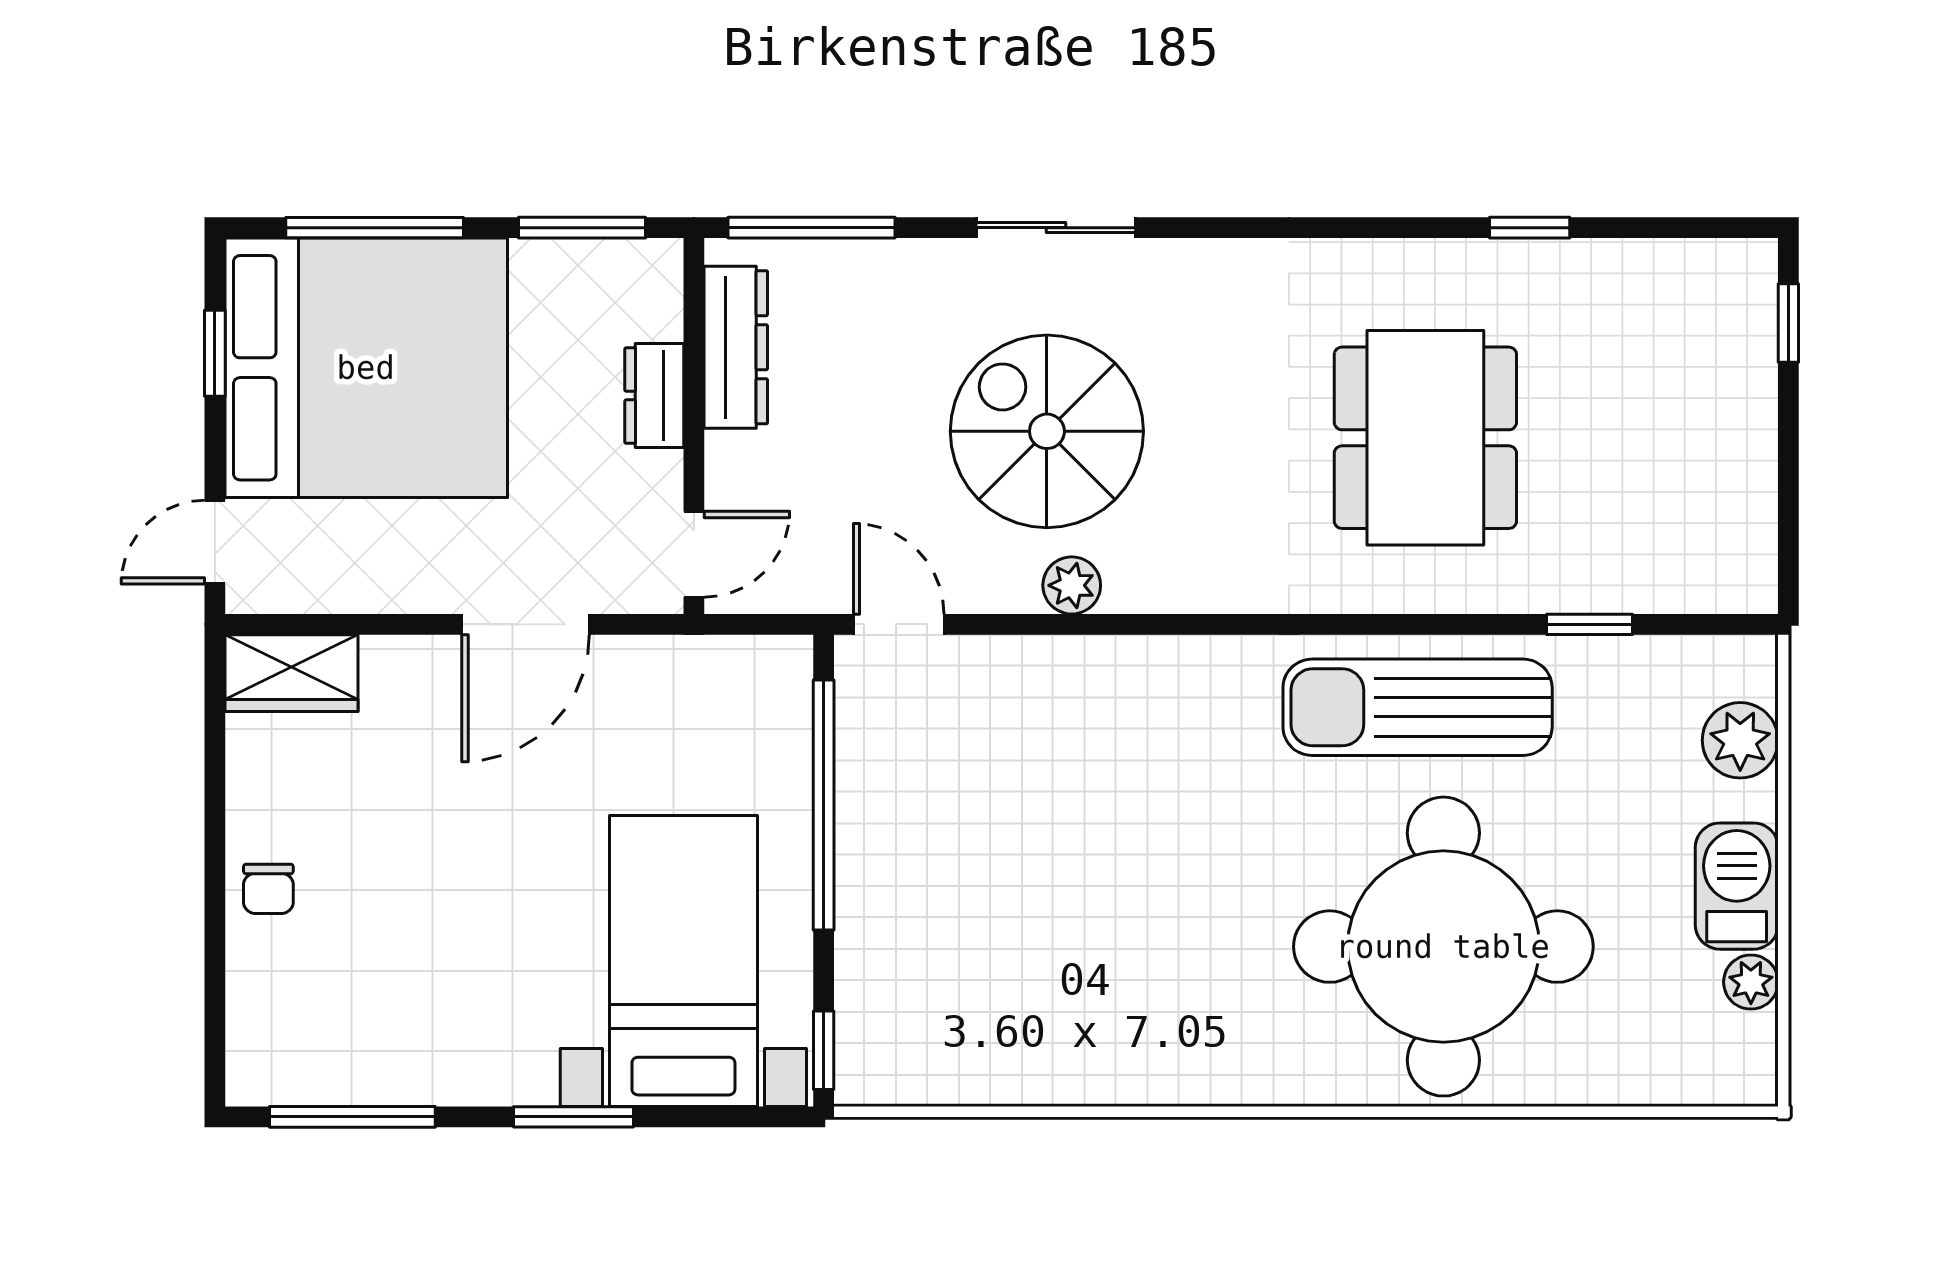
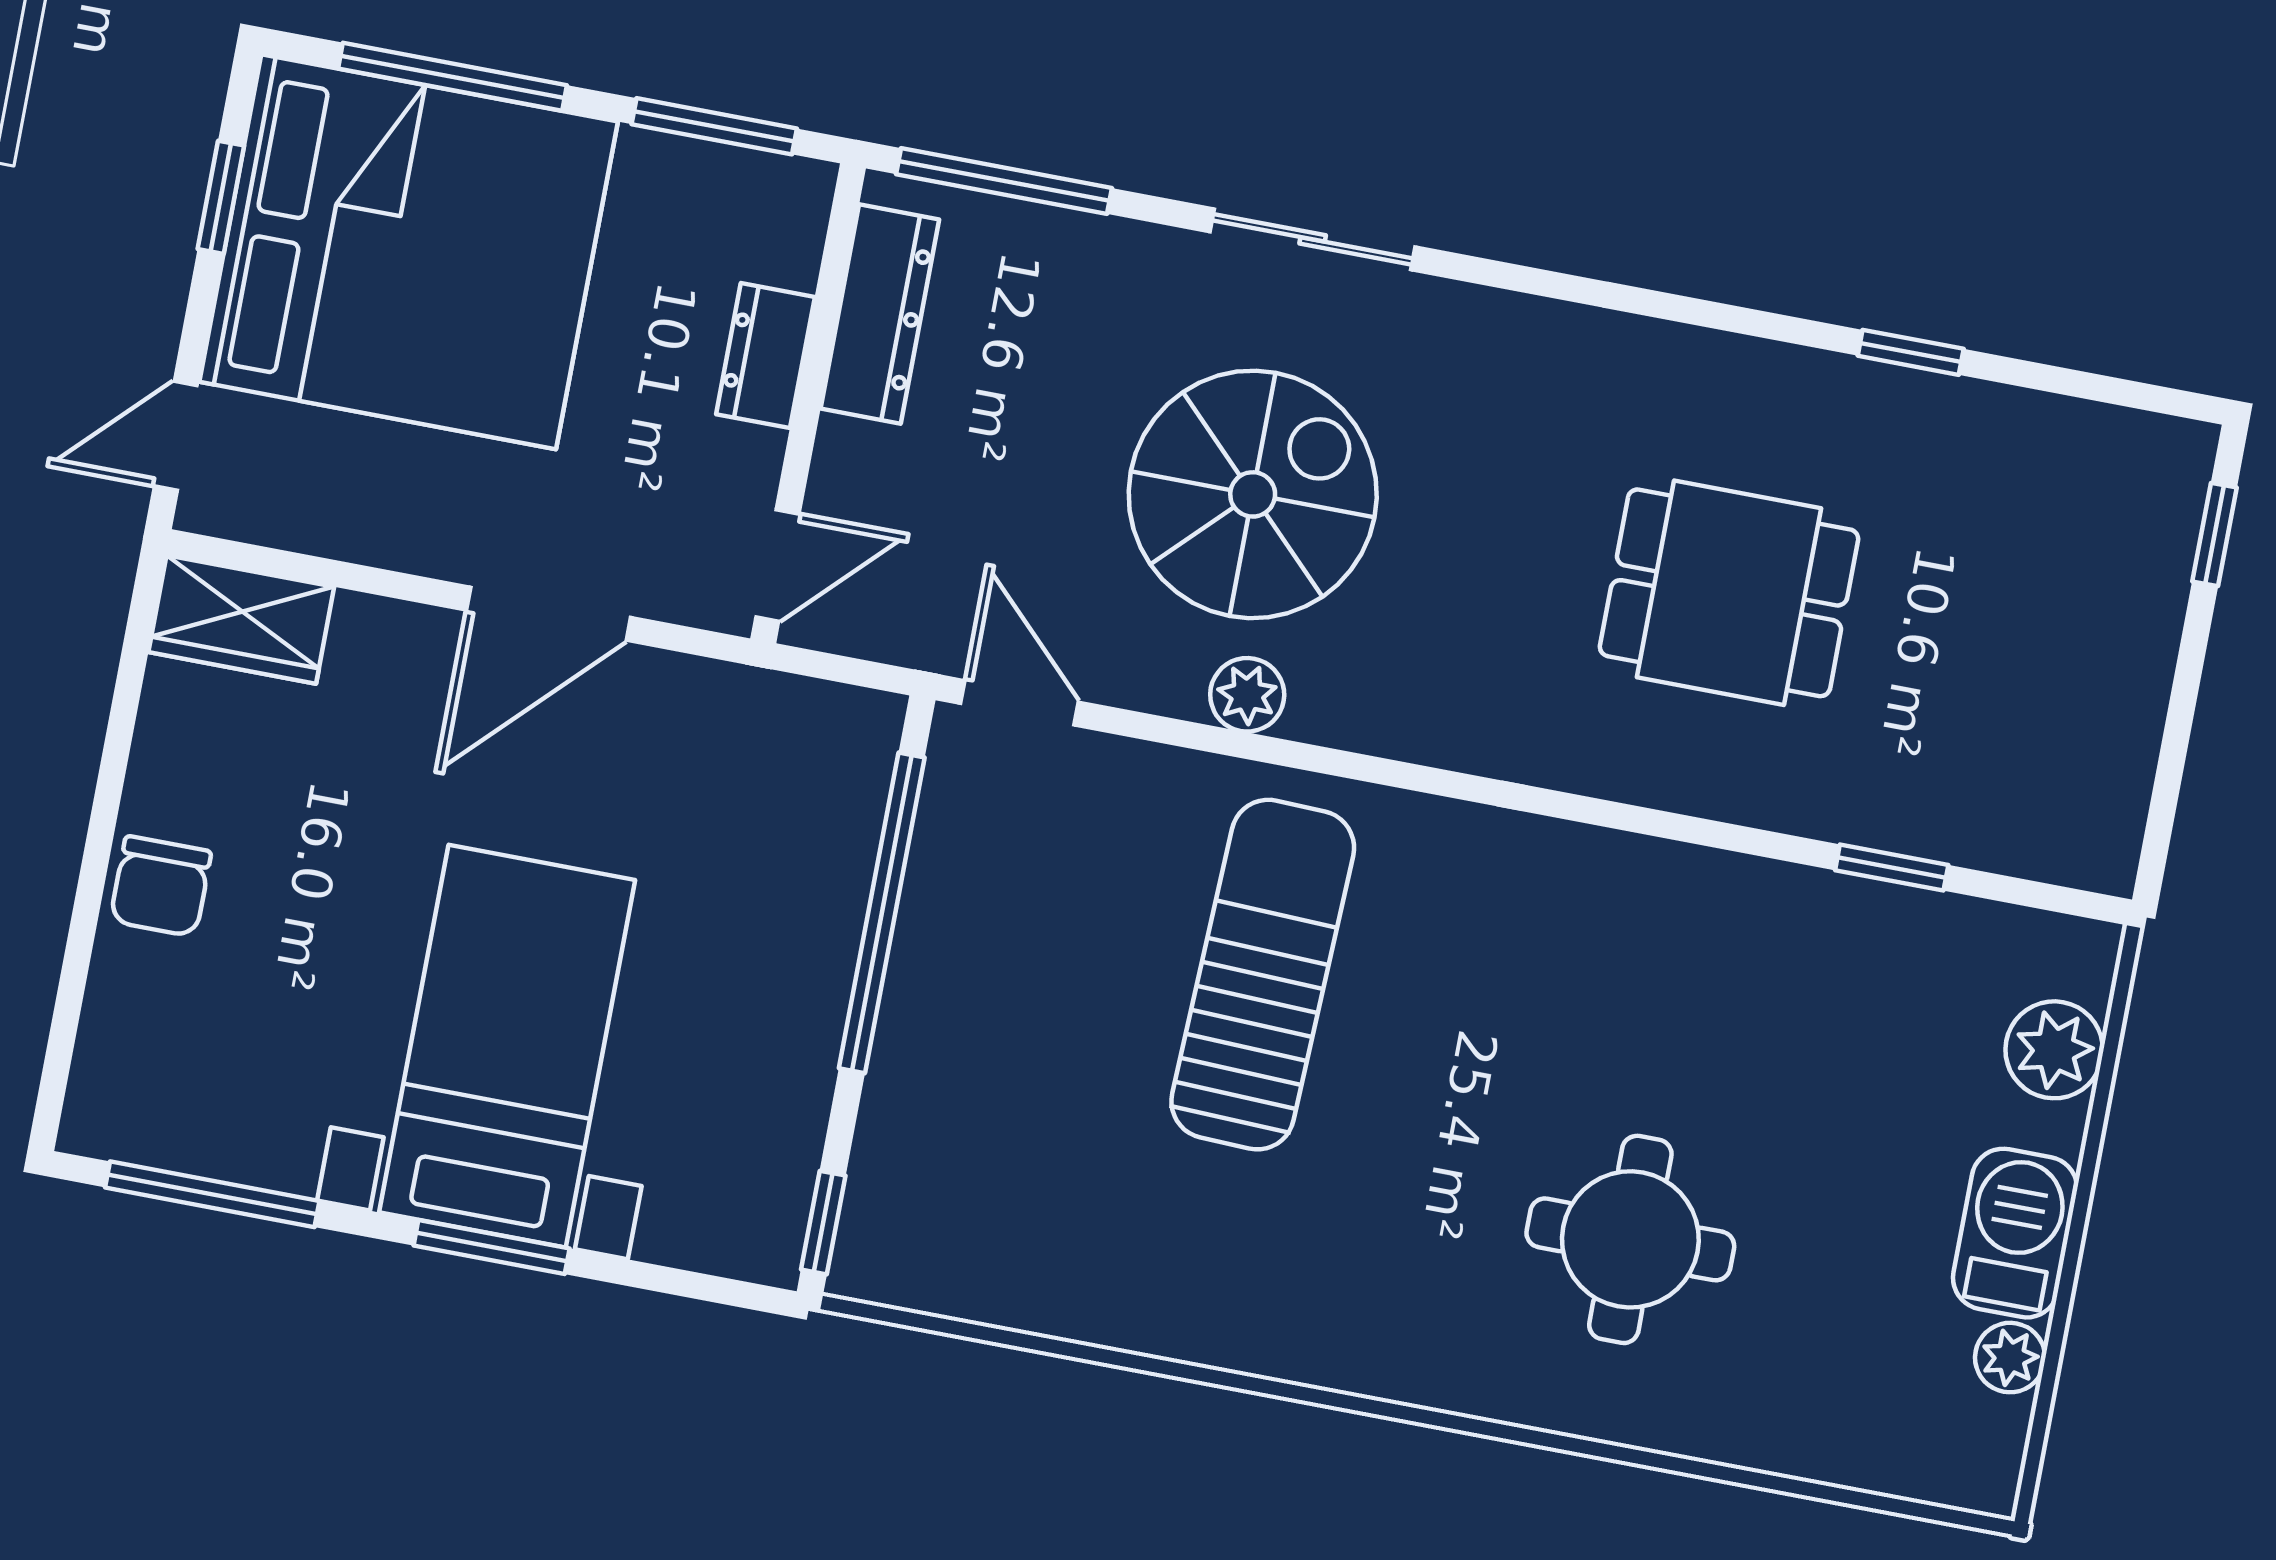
spiral stairs: (1047, 431) -> (1253, 494), turned 90
dining table: (1425, 438) -> (1729, 593), width x0.73
sun lounger: (1418, 707) -> (1263, 975), moved, turned 92
chair: (268, 889) -> (161, 886), width x1.37, depth x1.37
round table: (1443, 947) -> (1630, 1239), width x0.54, depth x0.54
bed with nightstands: (683, 961) -> (507, 1046), moved

